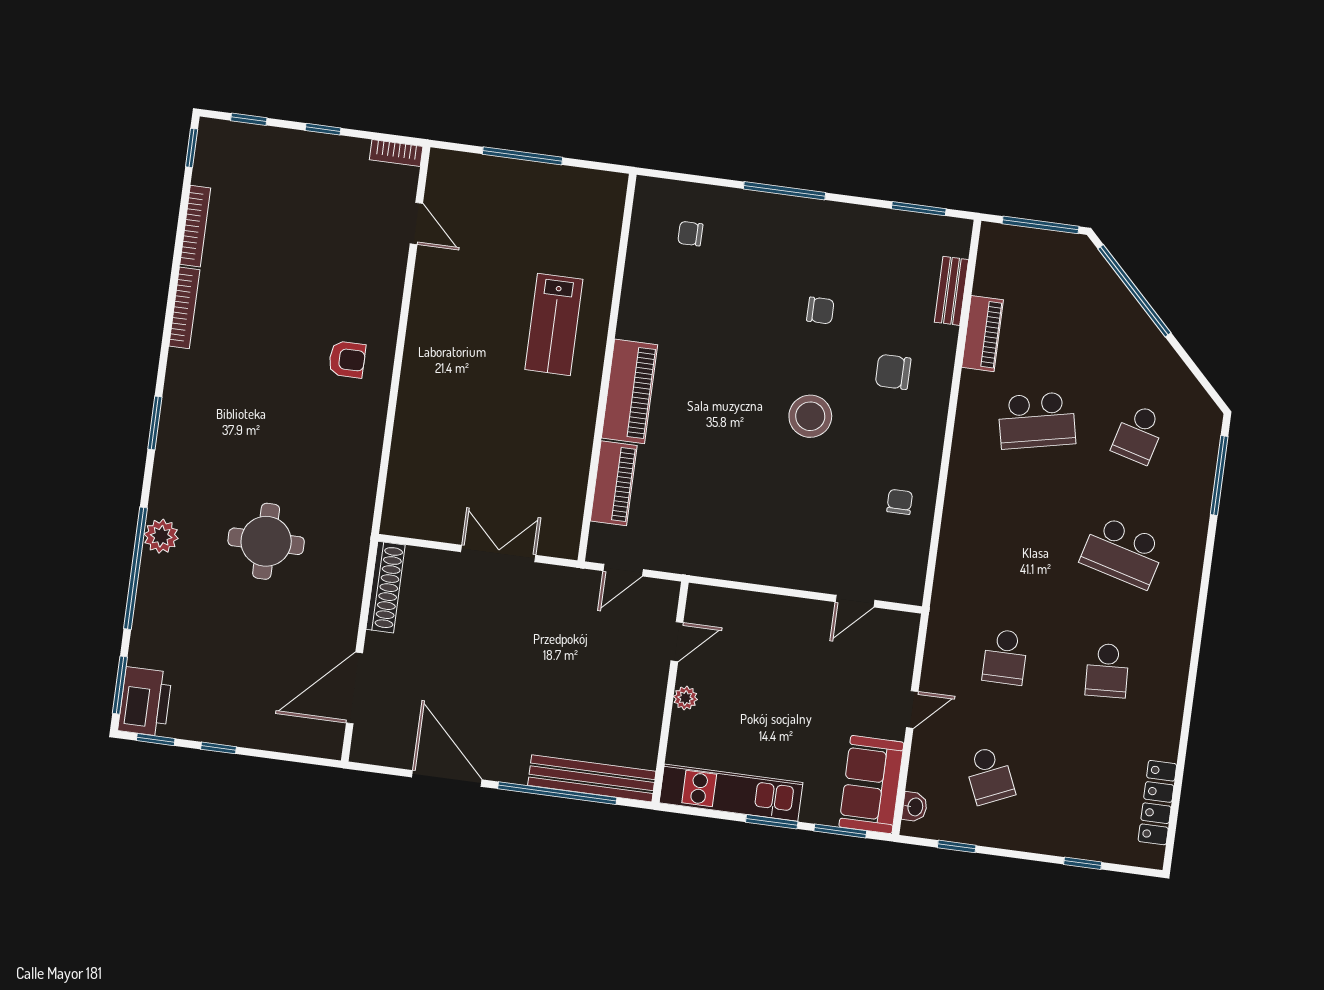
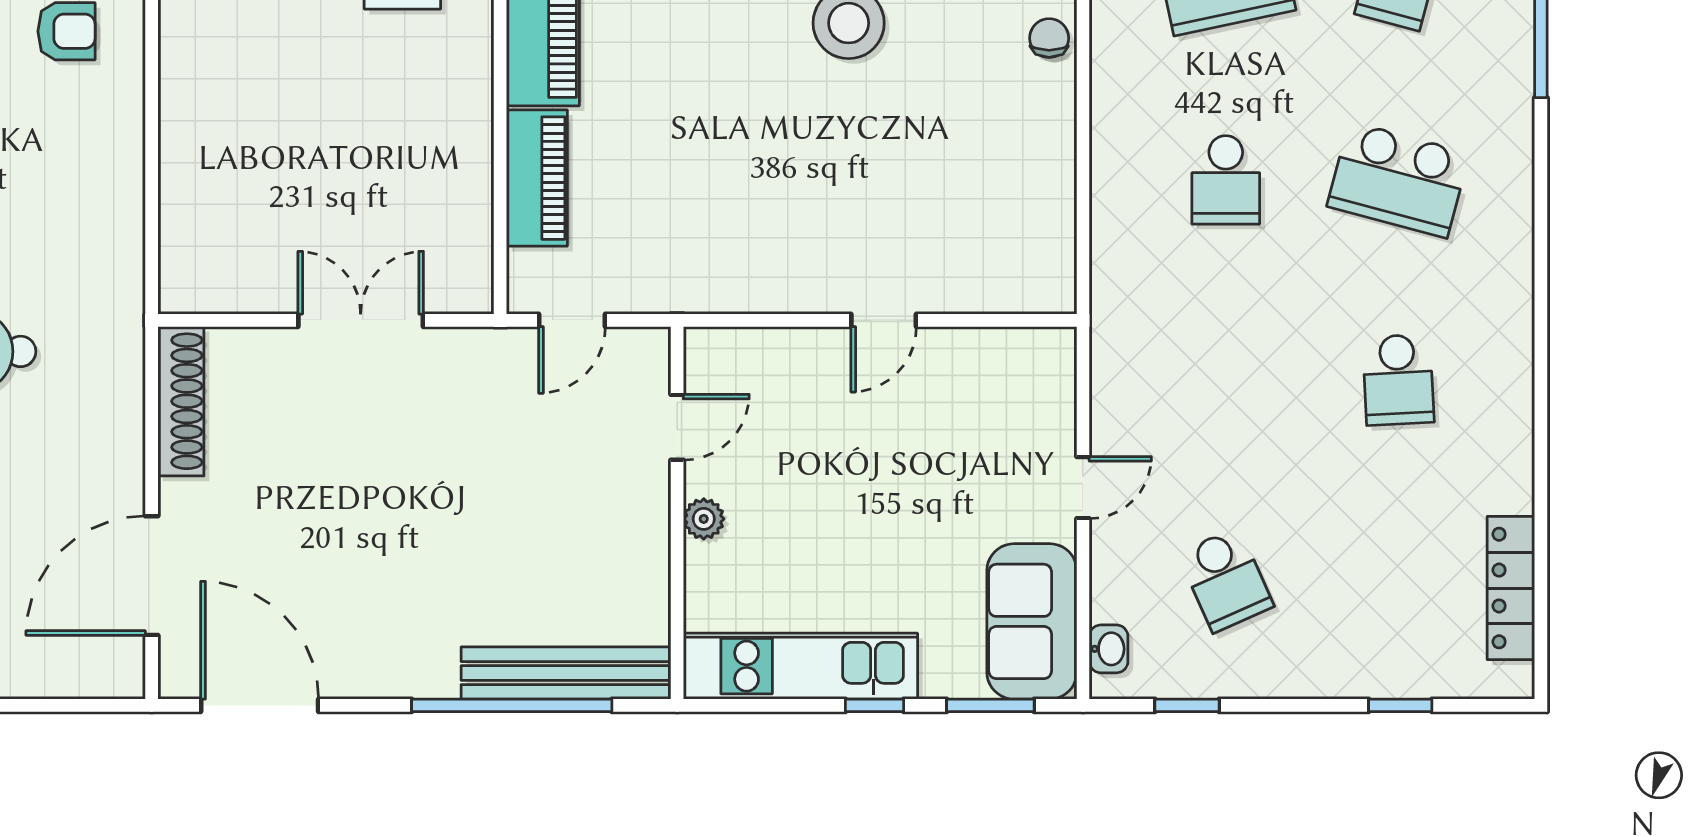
chair: (900, 502) -> (1049, 38), moved
door: (855, 601) -> (884, 320), moved
school desk: (1005, 657) -> (1226, 180), moved
door: (447, 778) -> (260, 705), moved
window: (772, 822) -> (875, 705), width x0.67

